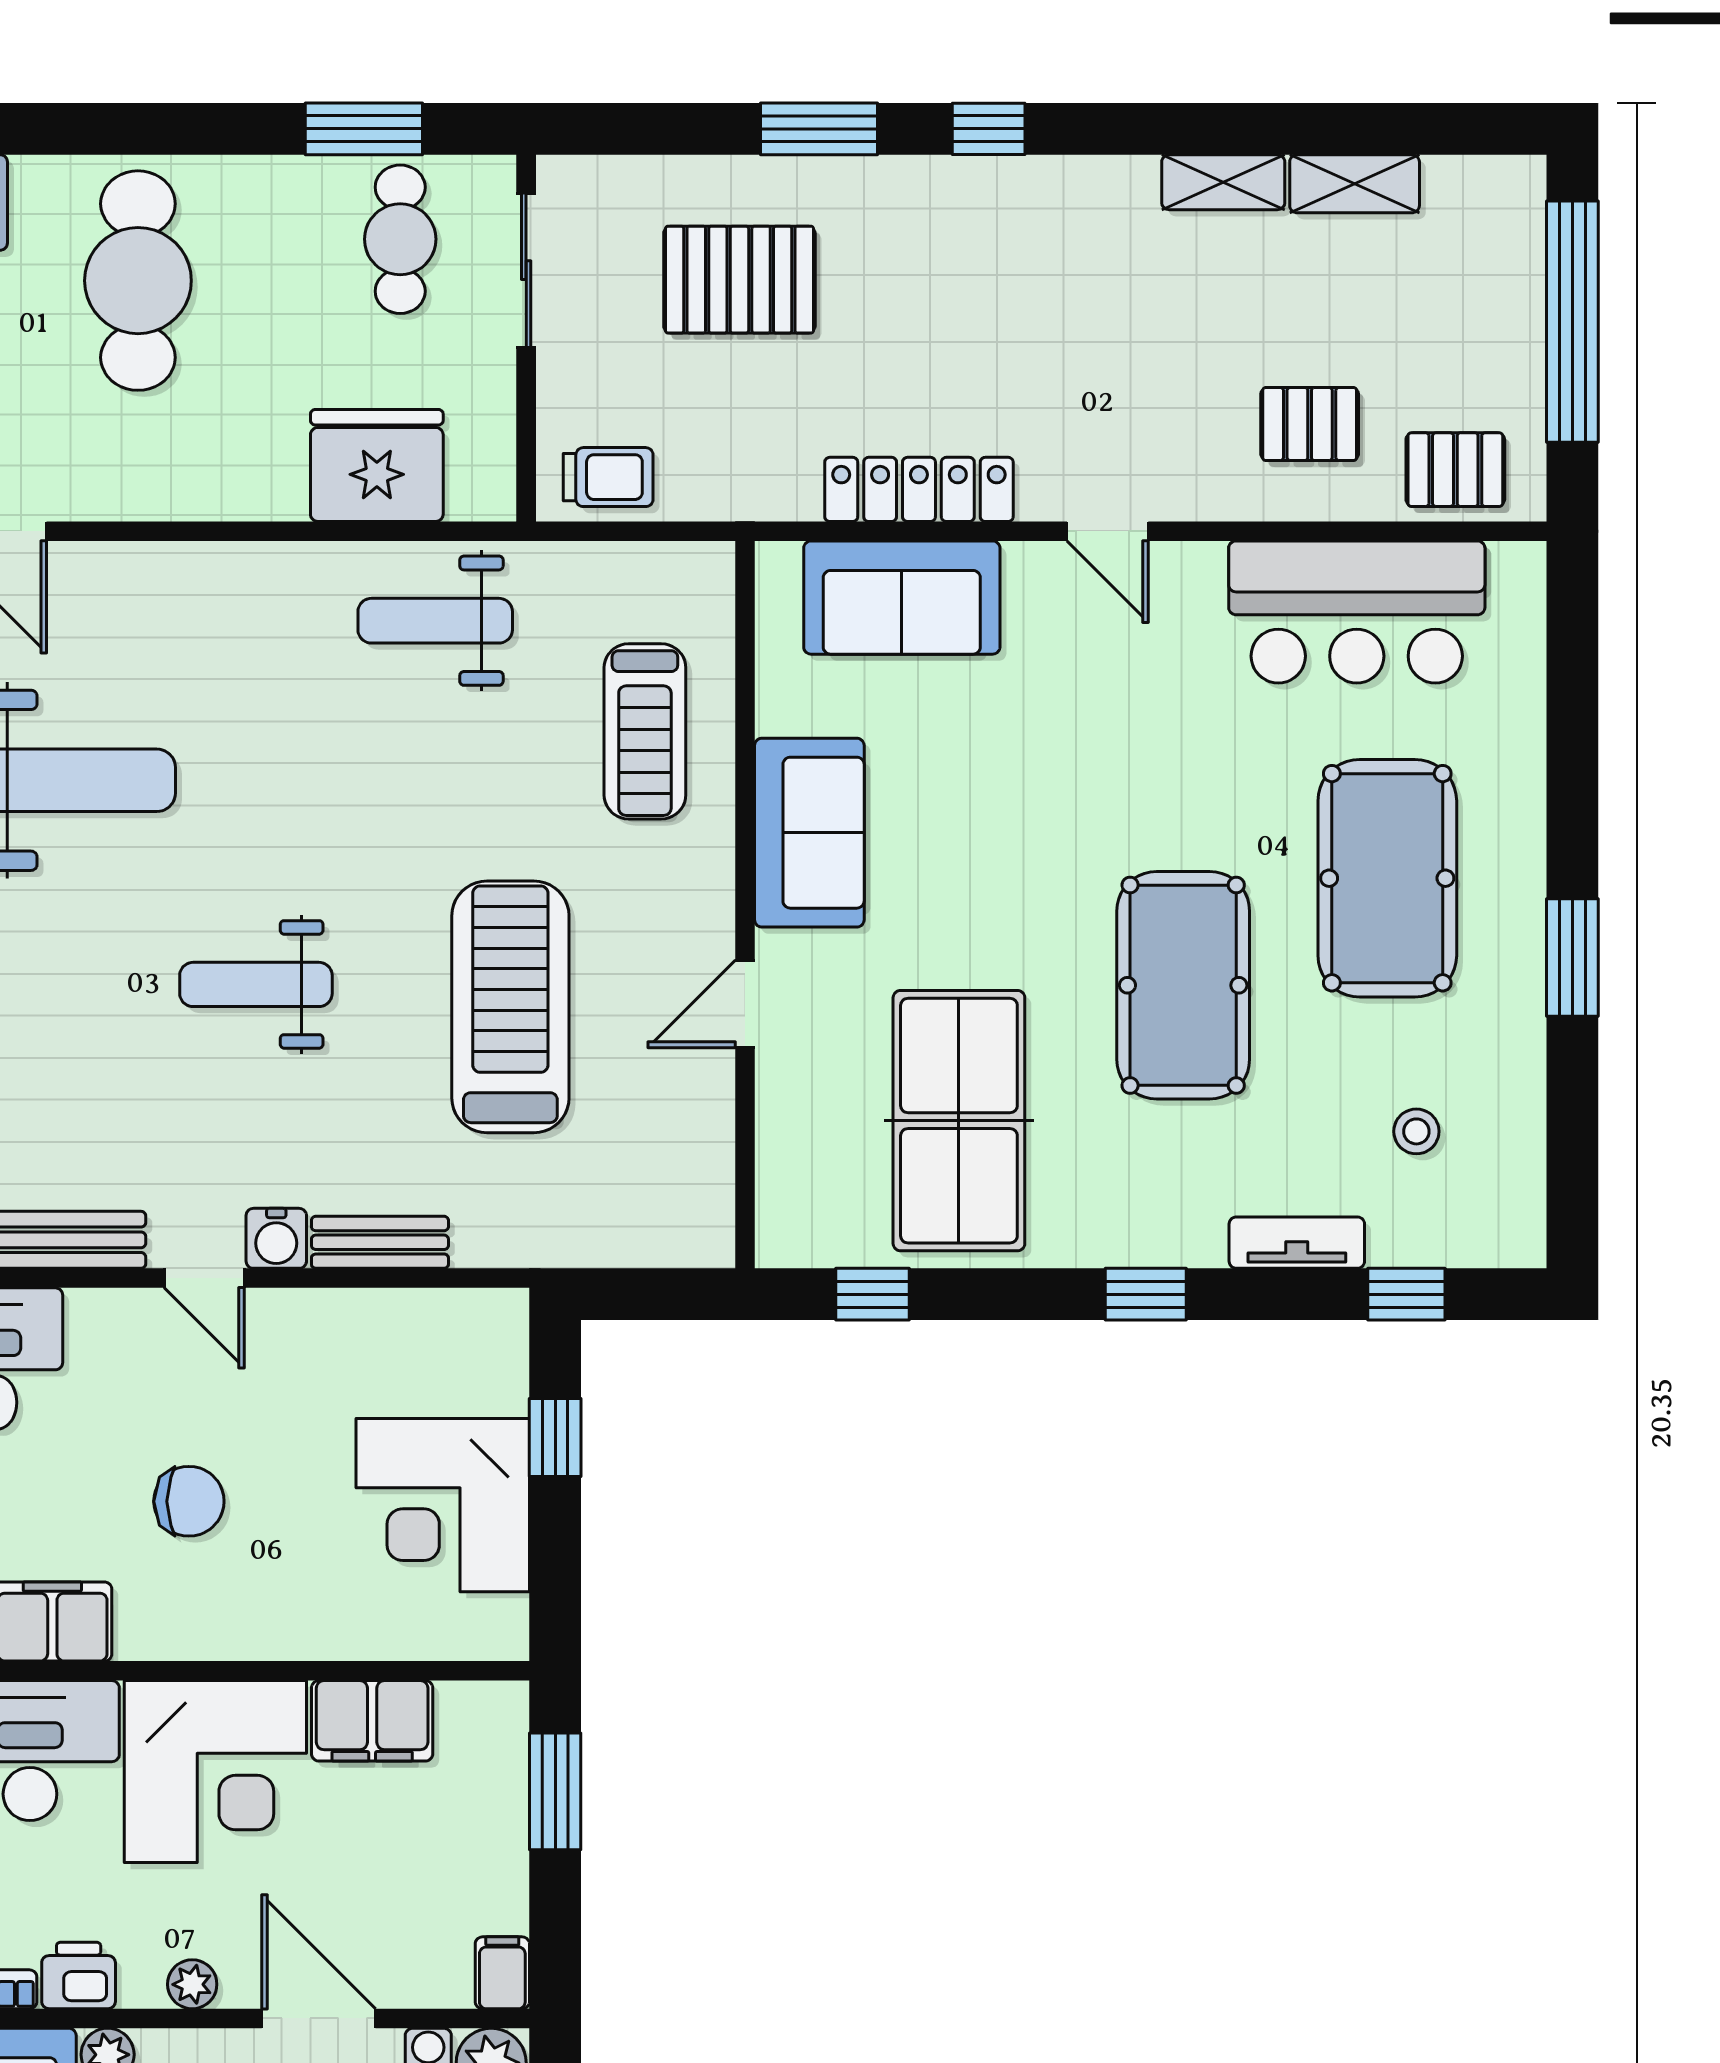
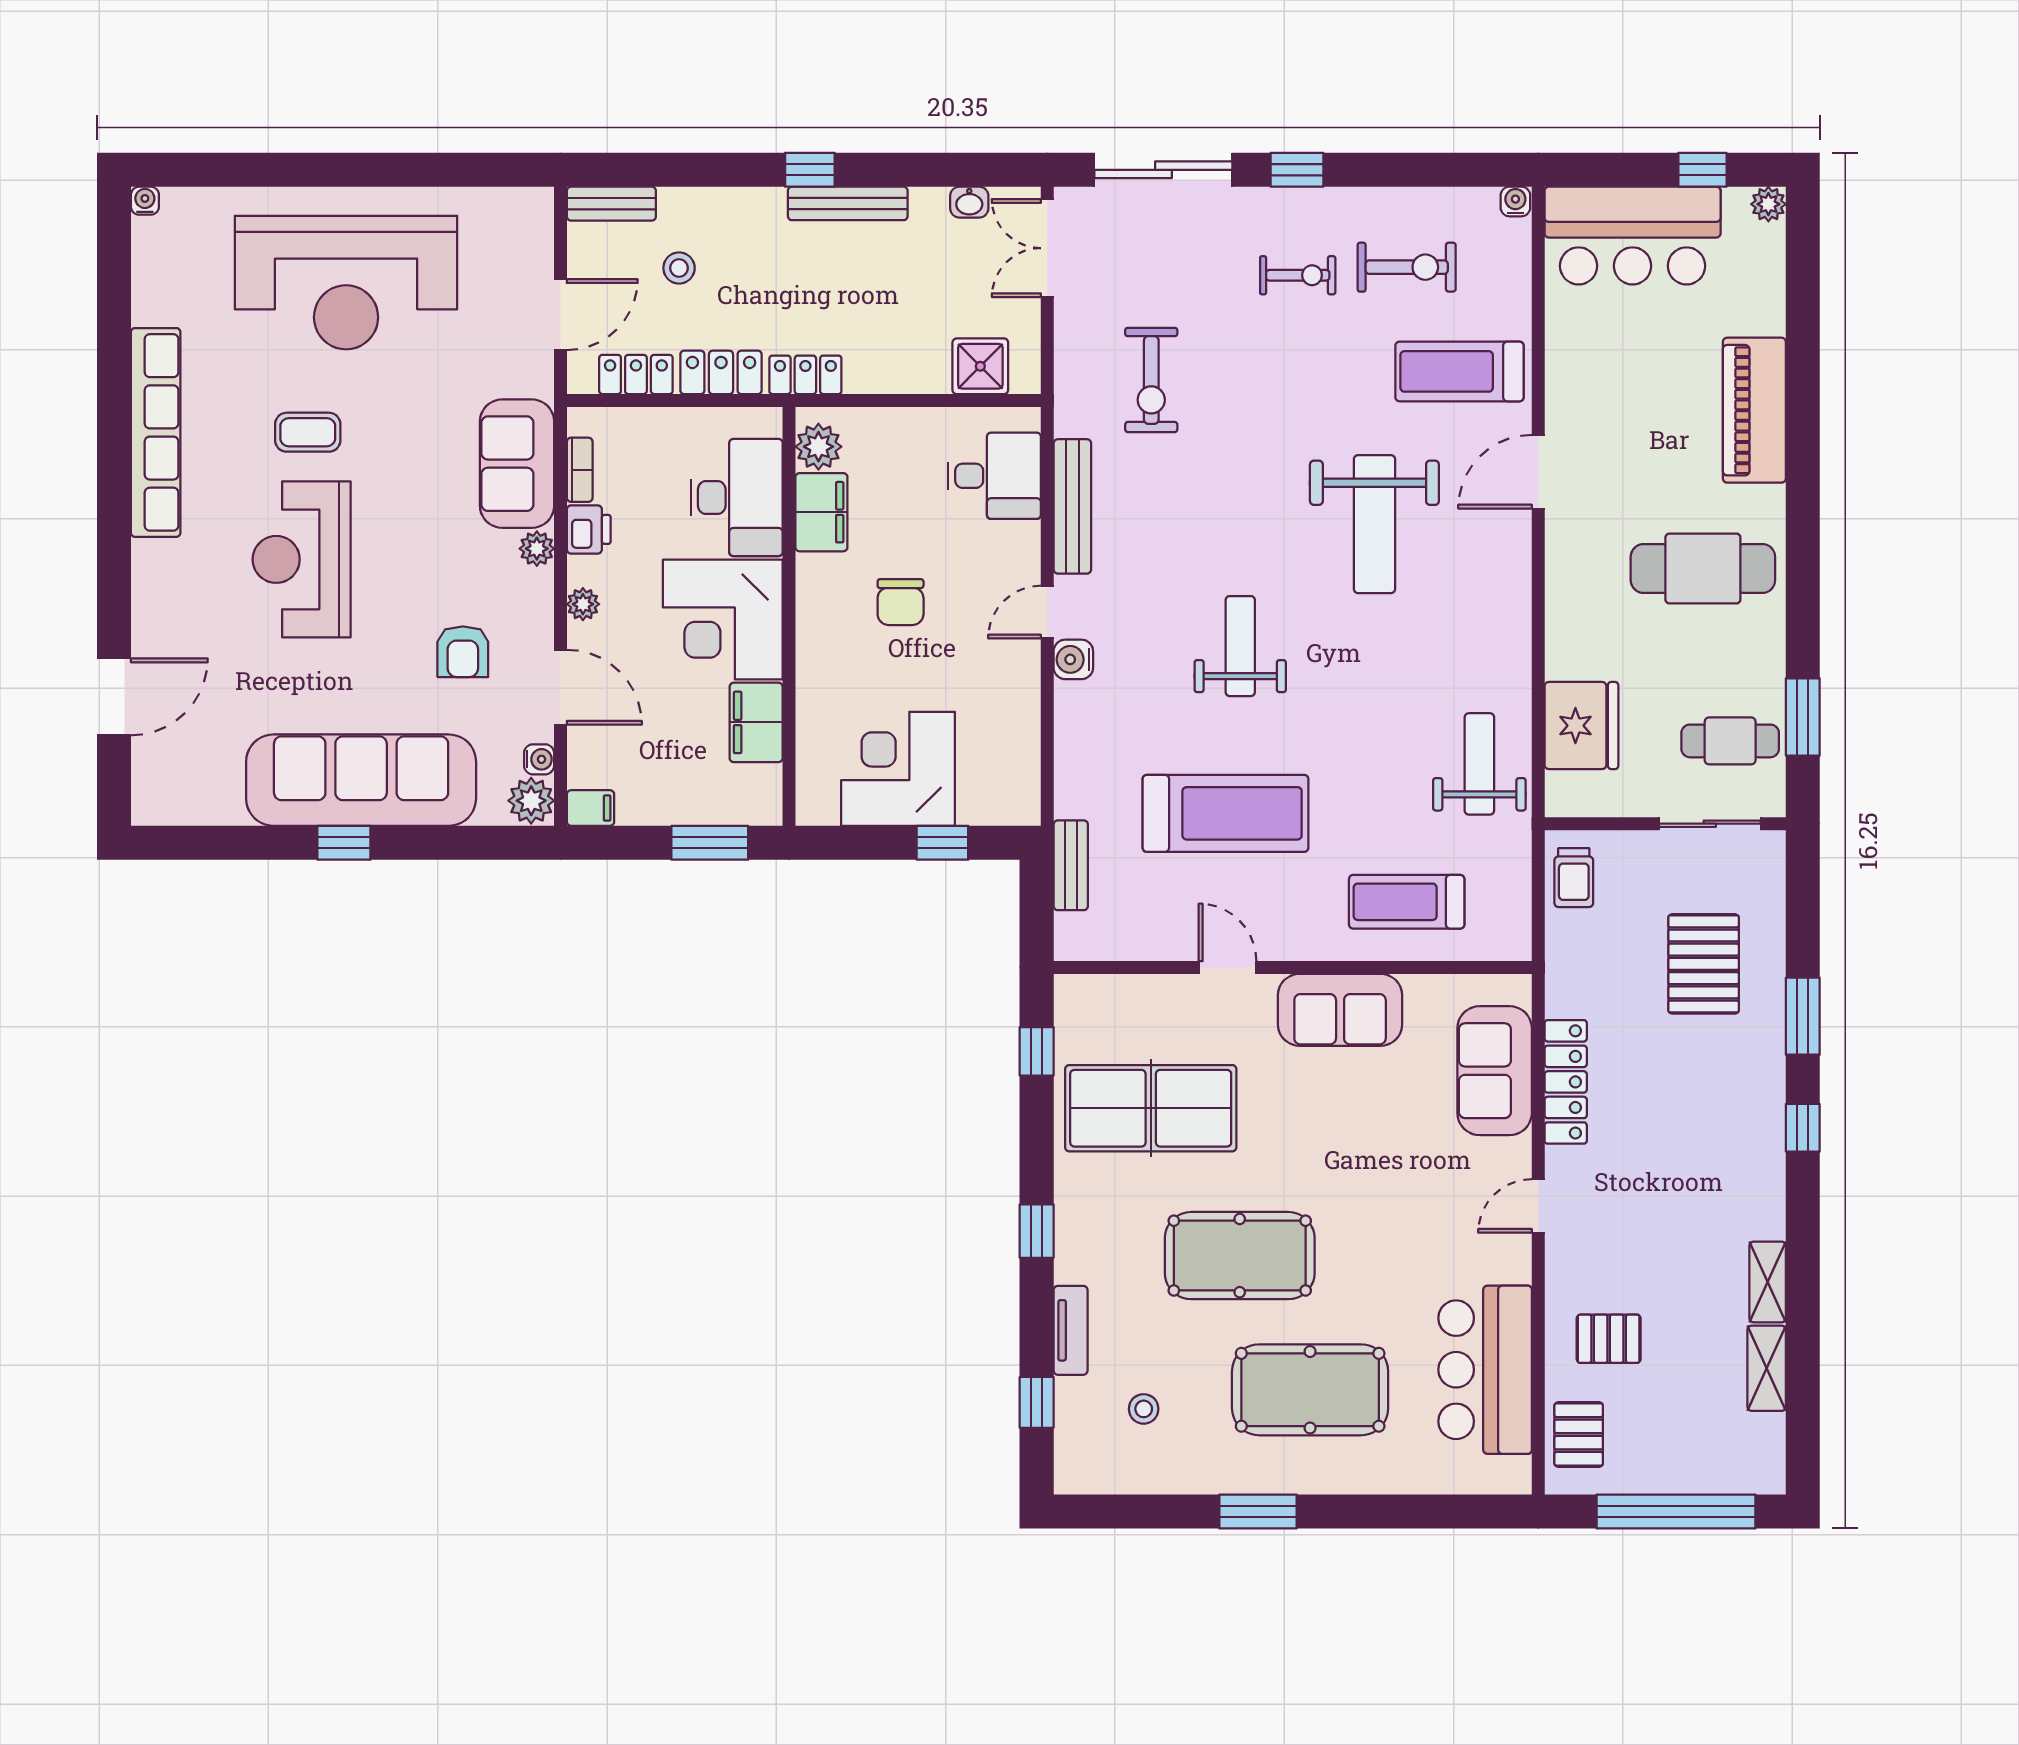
pallet: (1310, 424) -> (1609, 1339), turned 90
bench: (380, 1242) -> (1071, 865), moved
door: (319, 2018) -> (560, 687), hinge flipped

